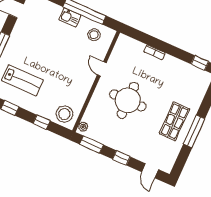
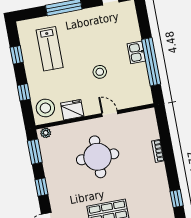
stool: (94, 35) -> (100, 72), moved
door: (102, 69) -> (110, 114), hinge flipped
fridge: (80, 95) -> (72, 110), added

